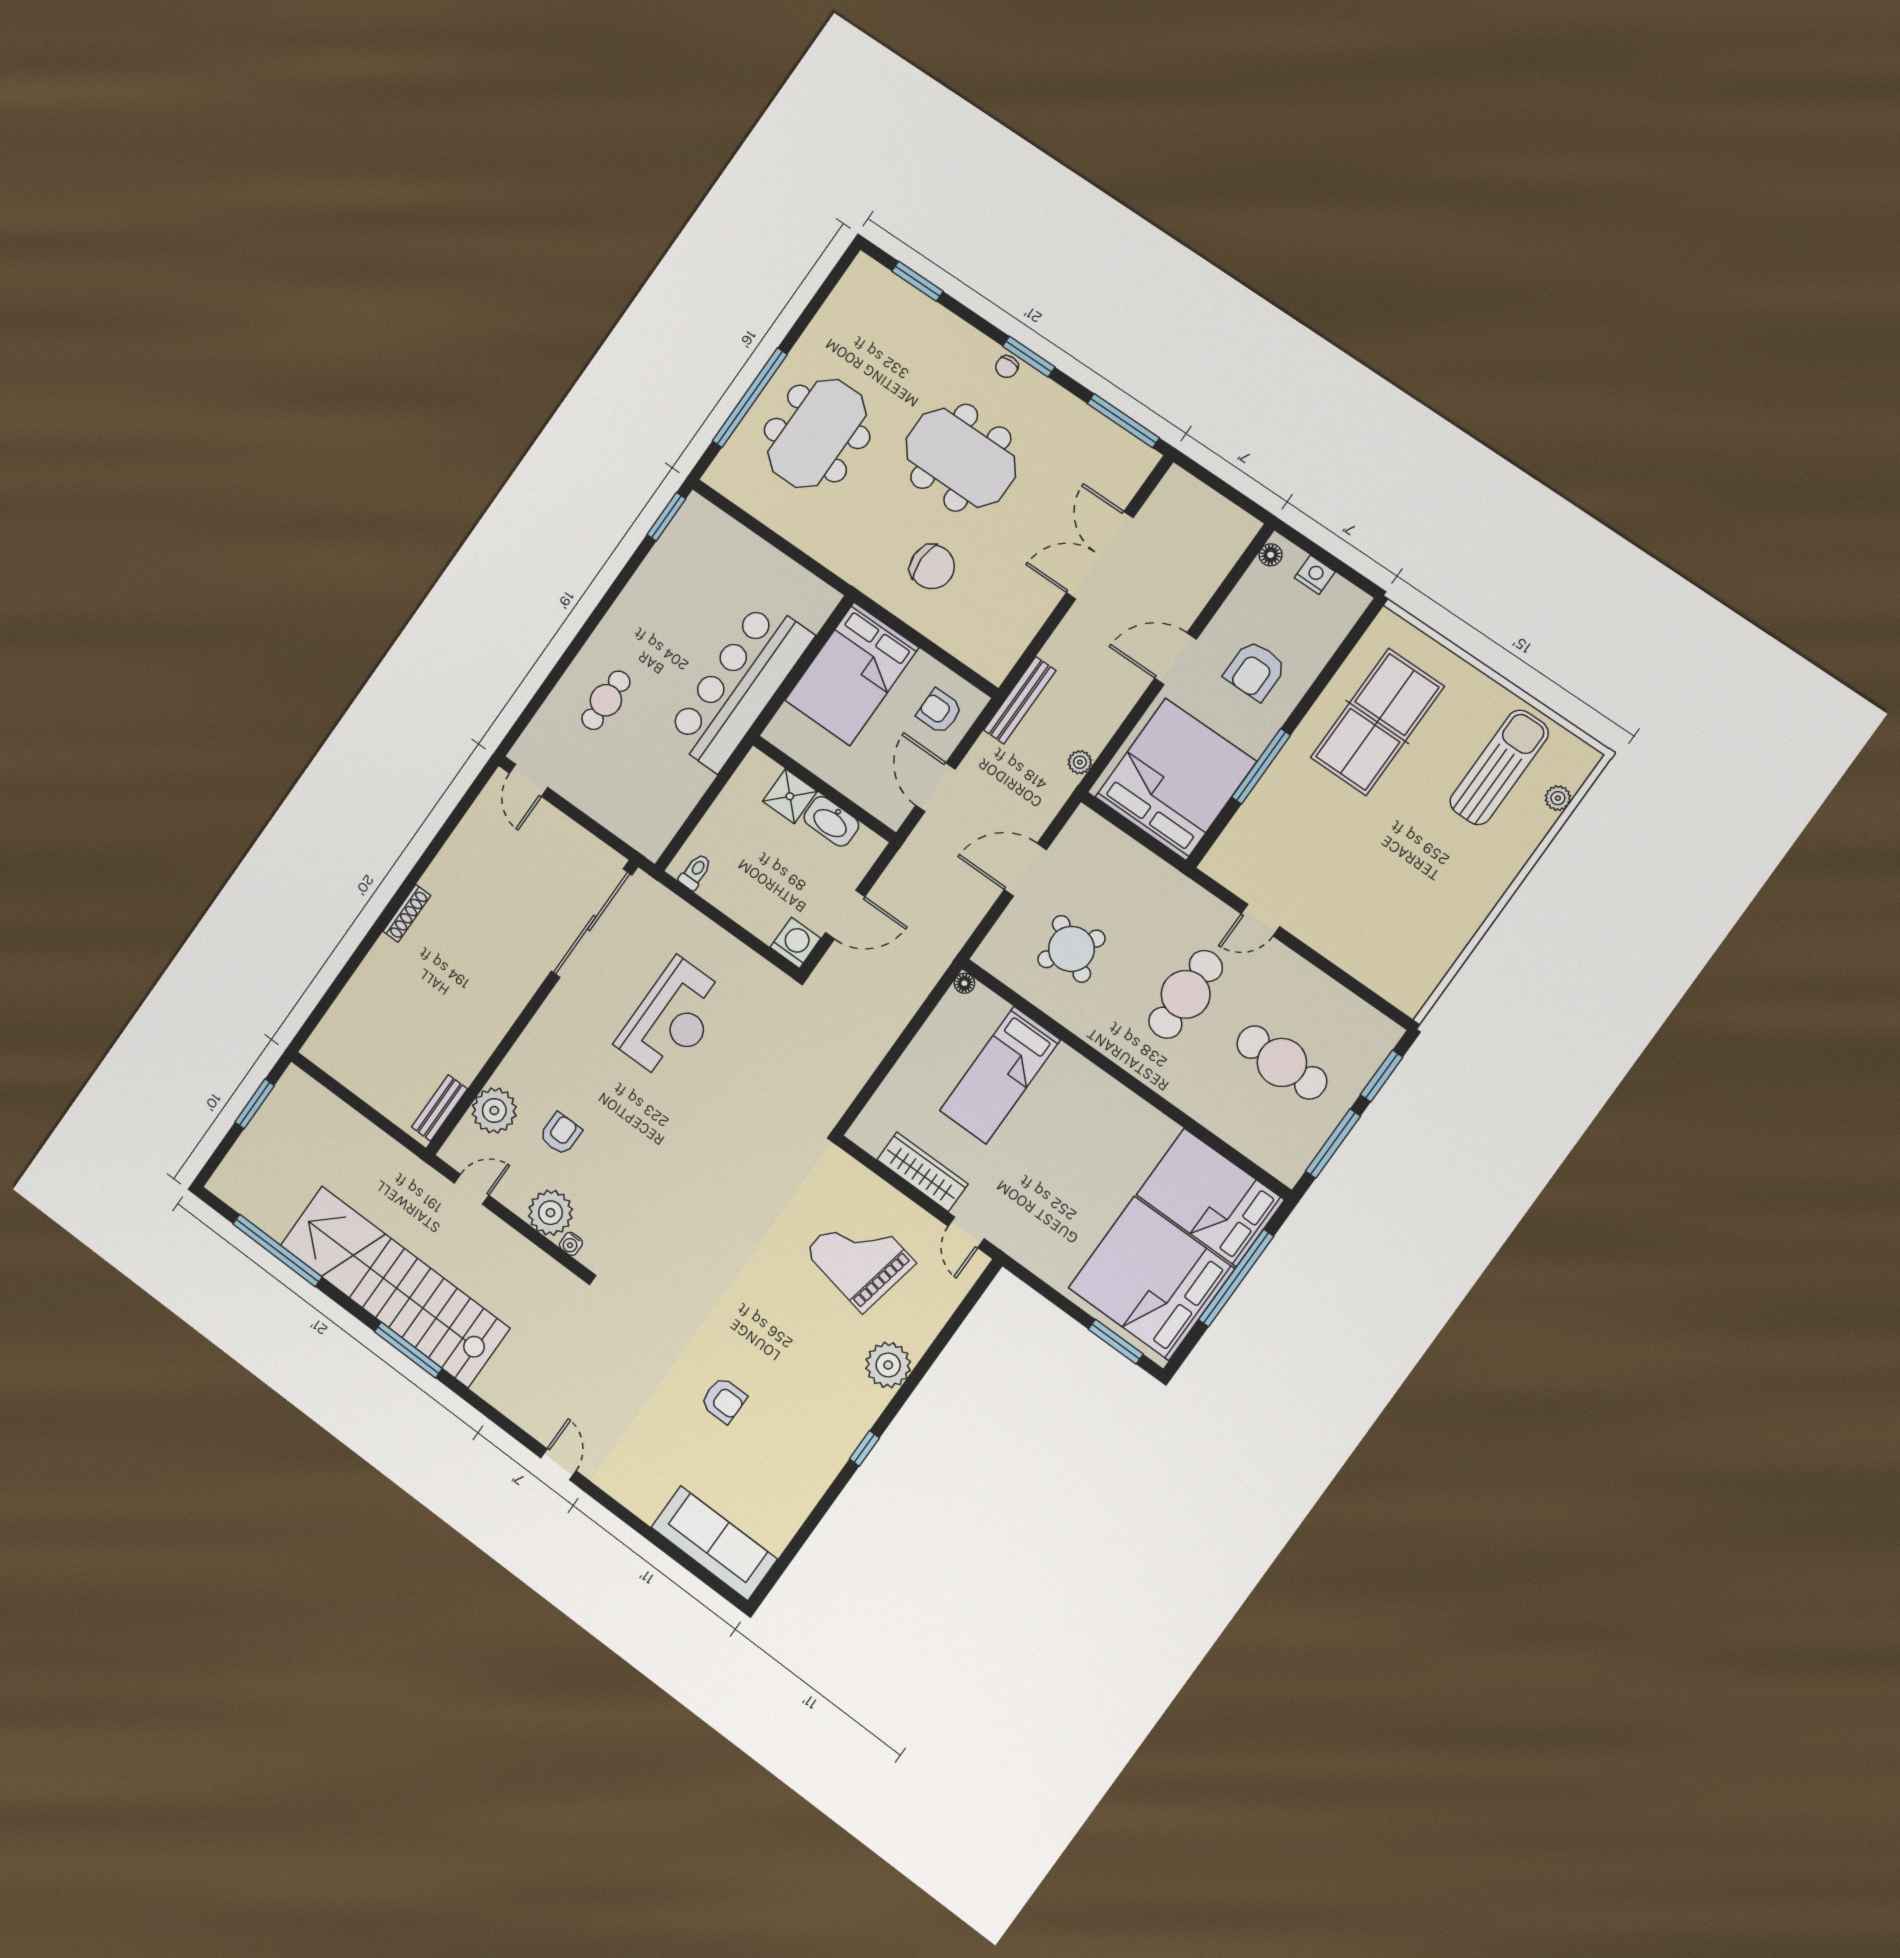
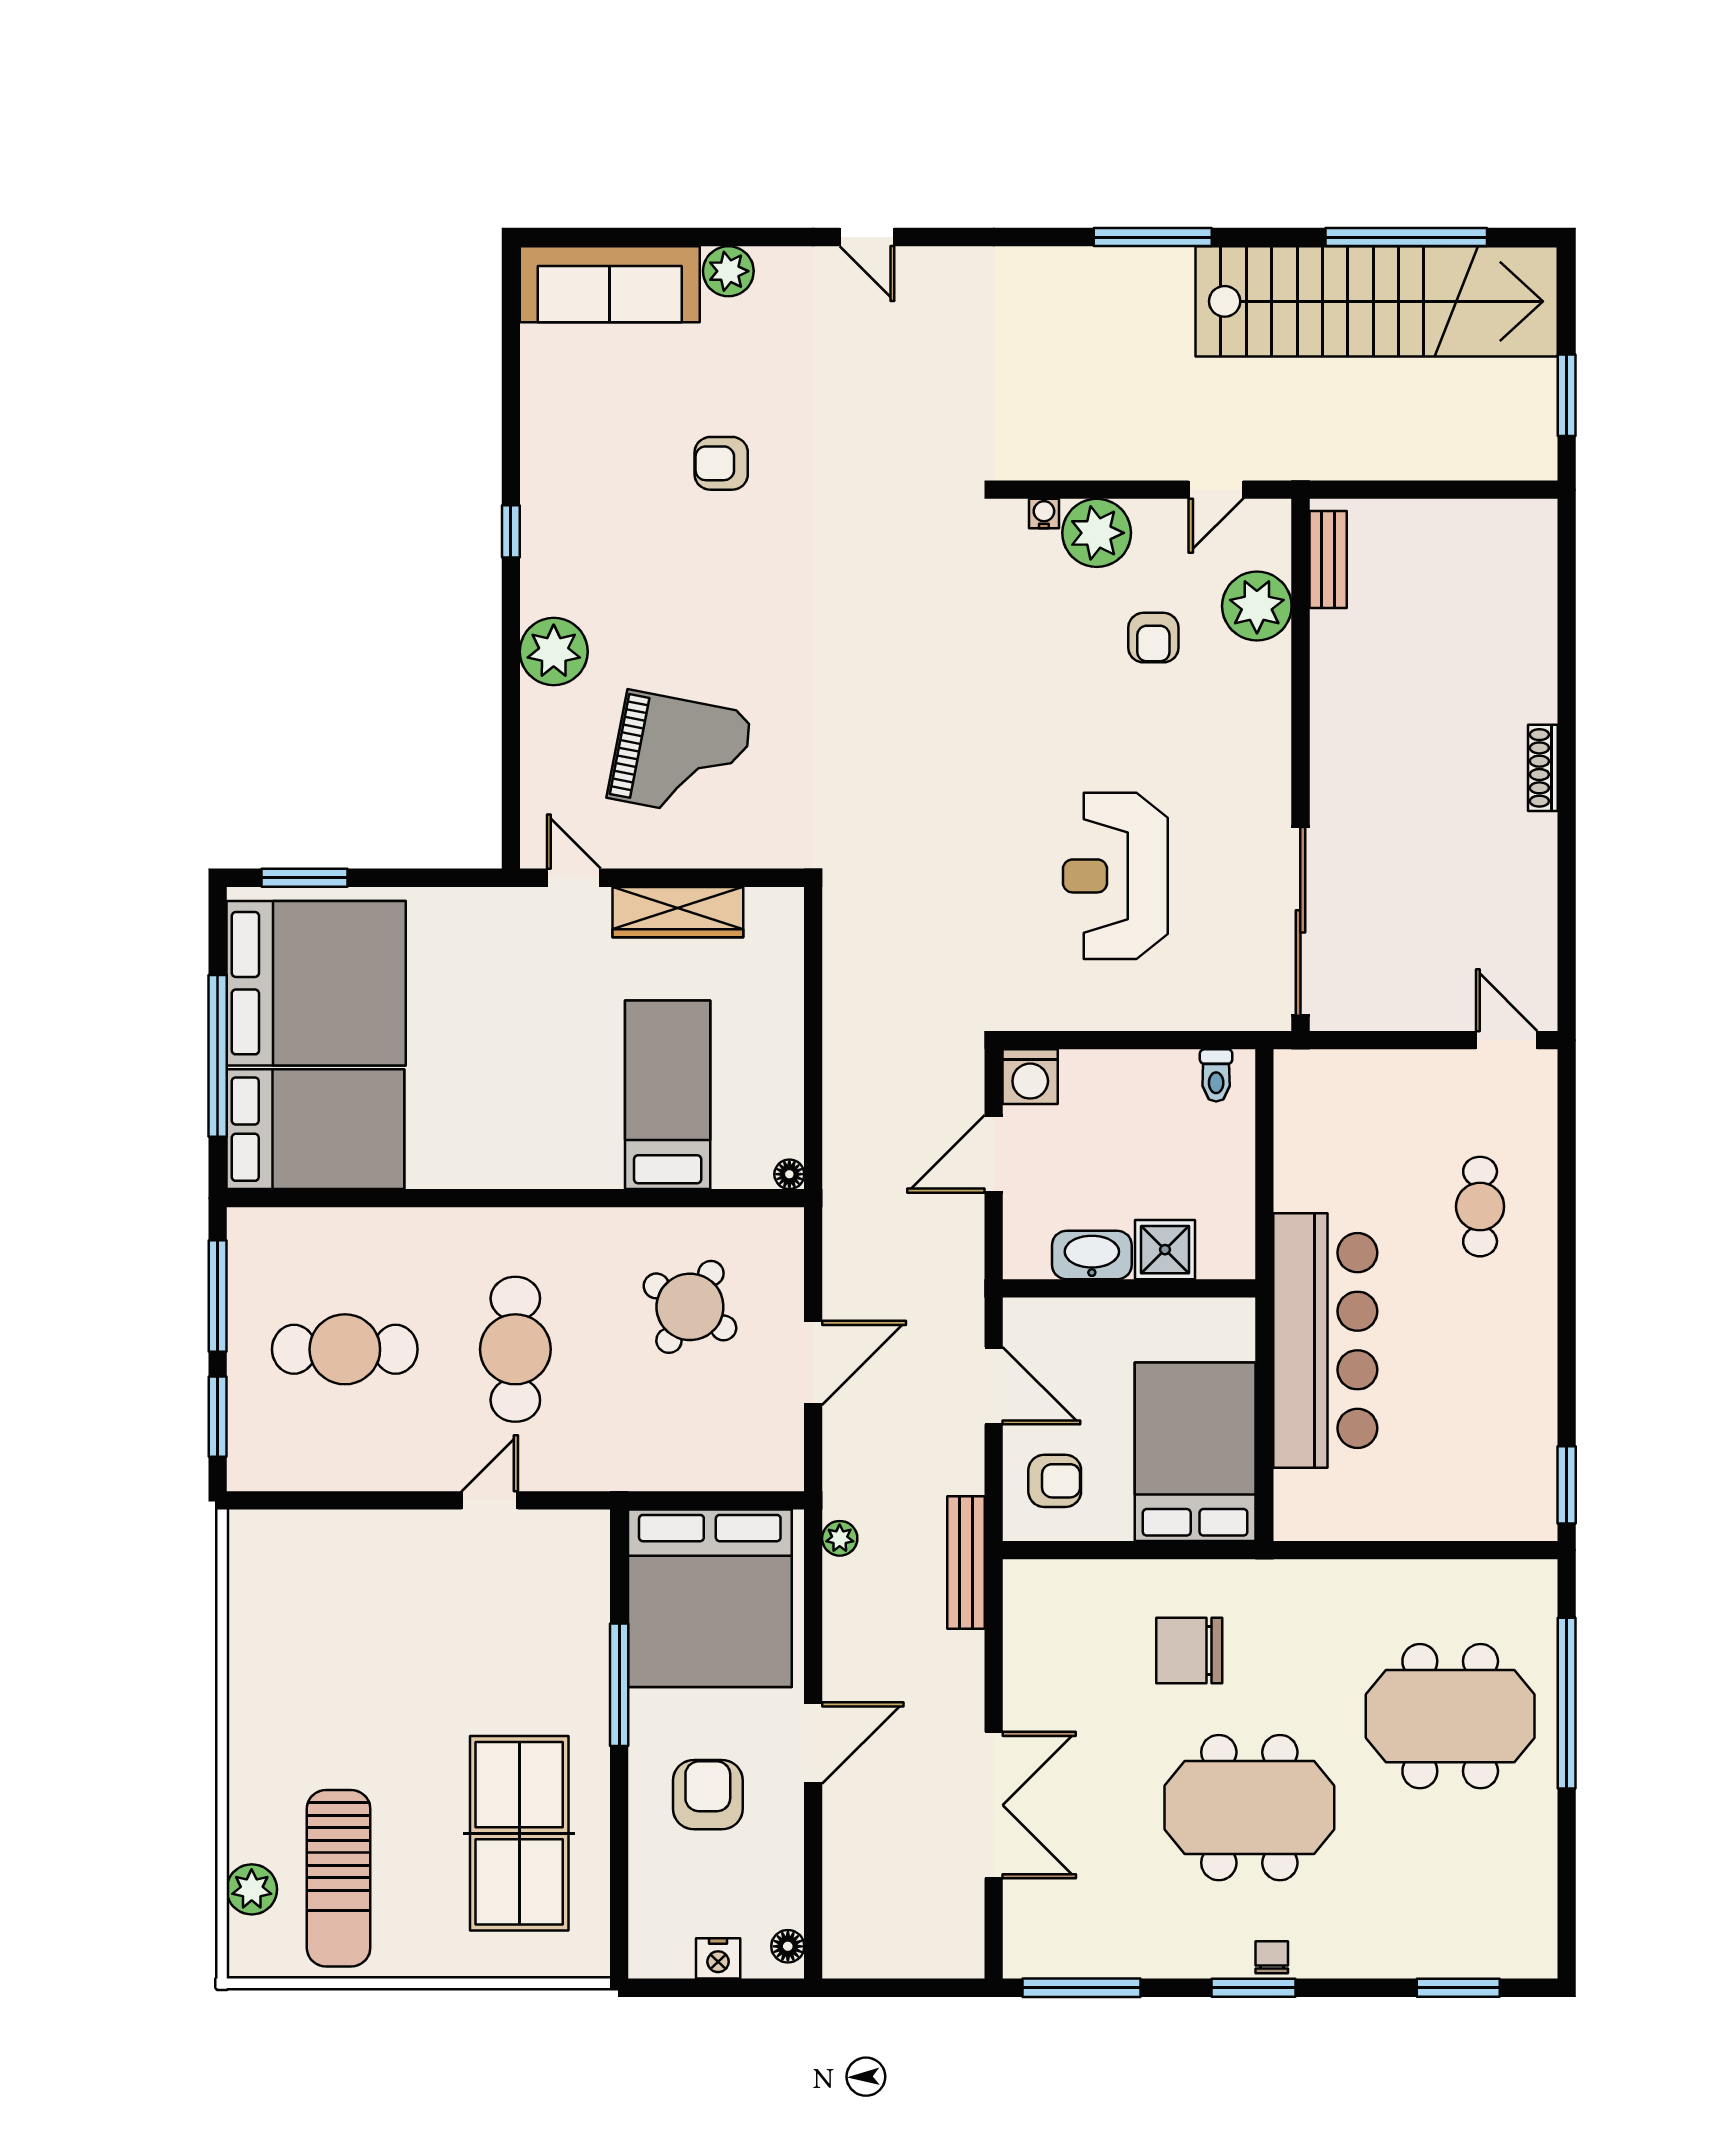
meeting table: (817, 433) -> (1450, 1716), turned 90
plant: (1558, 798) -> (252, 1889), width x1.38, depth x1.38
stairs: (395, 1287) -> (1377, 301), moved
plant: (645, 1502) -> (728, 271), added

